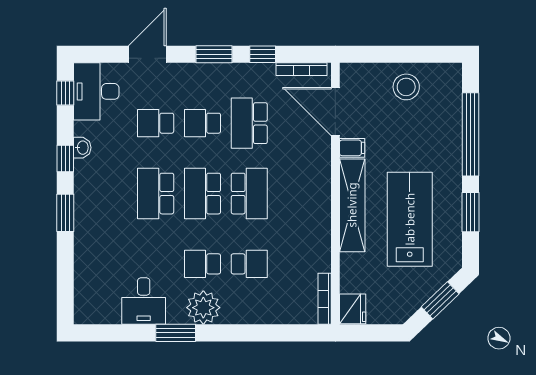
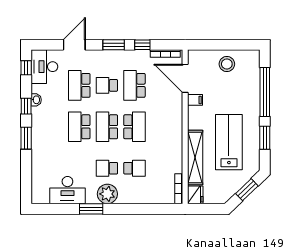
school desk: (156, 123) -> (79, 85), width x1.85
shelving: (352, 205) -> (195, 157), moved
desk: (144, 301) -> (67, 190), width x1.37

